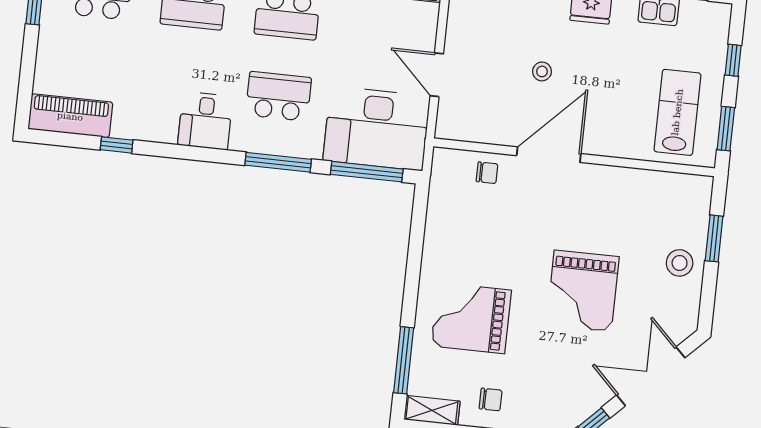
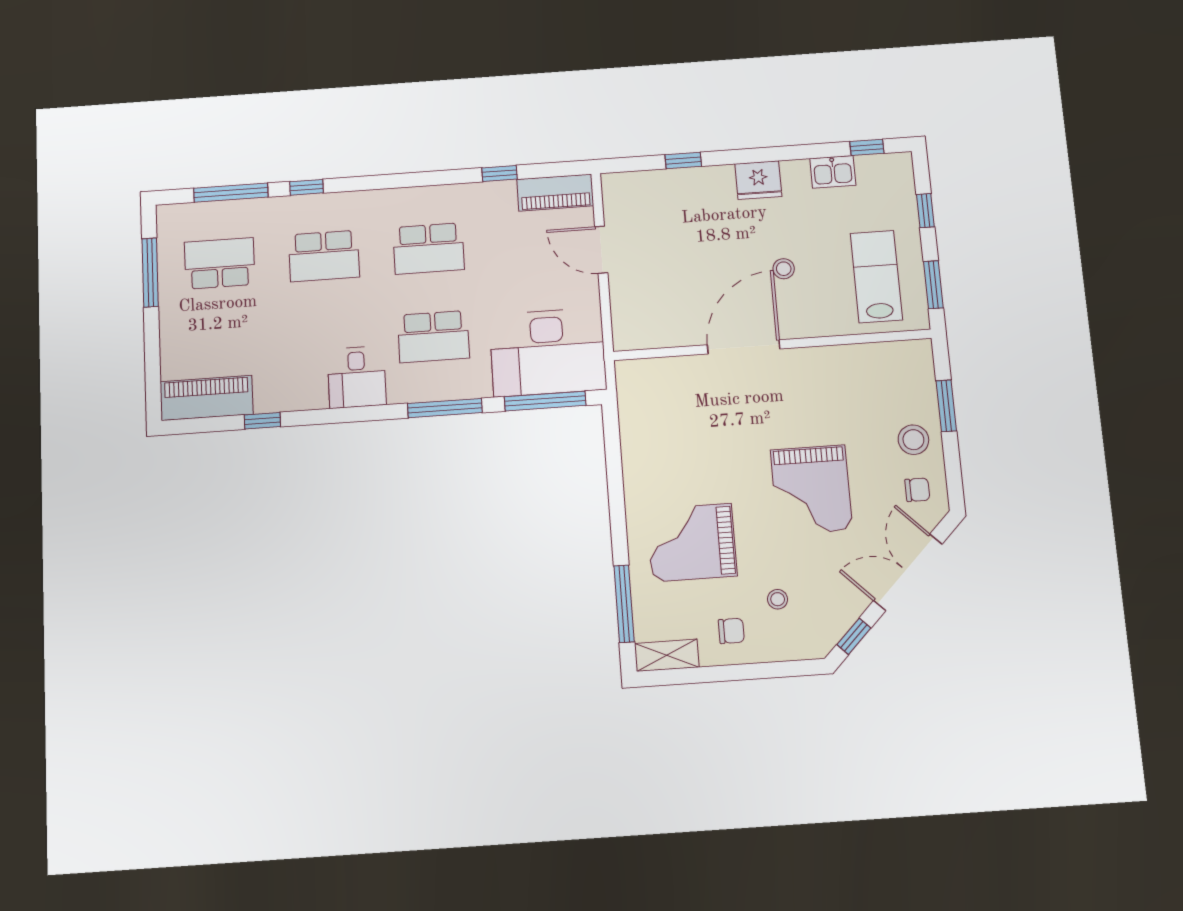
stool: (542, 71) -> (784, 269), moved
door: (437, 75) -> (601, 250), moved
school desk: (278, 96) -> (433, 337), turned 180
chair: (487, 173) -> (917, 490), moved
stool: (535, 380) -> (778, 599), added

